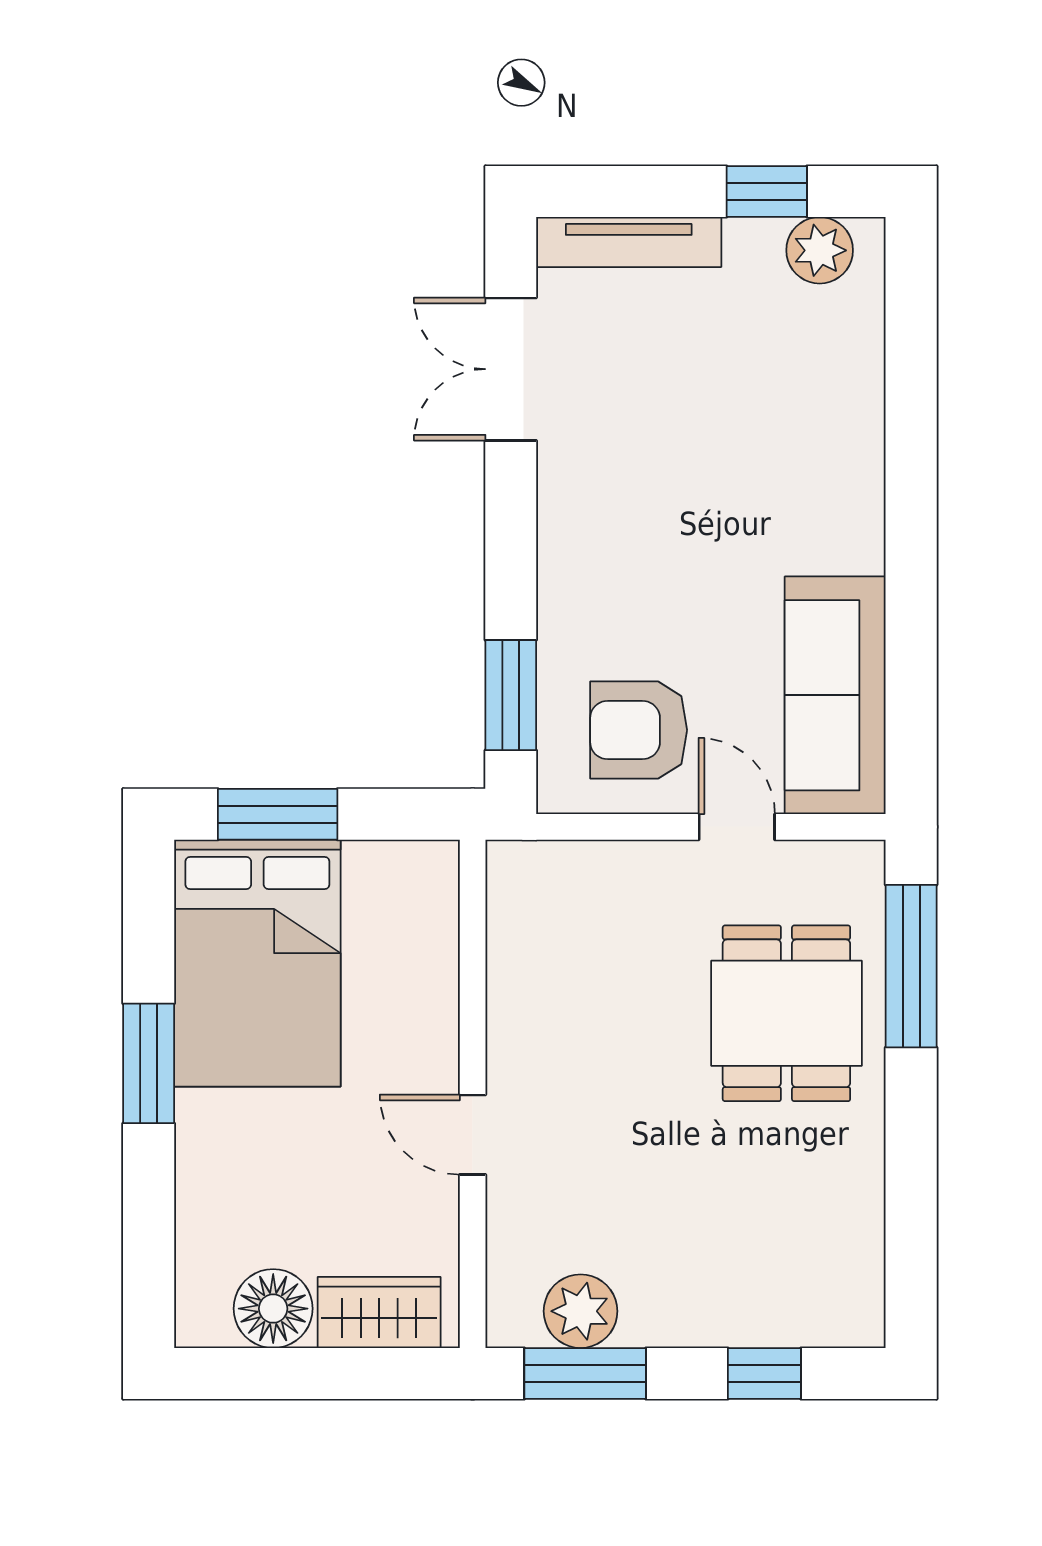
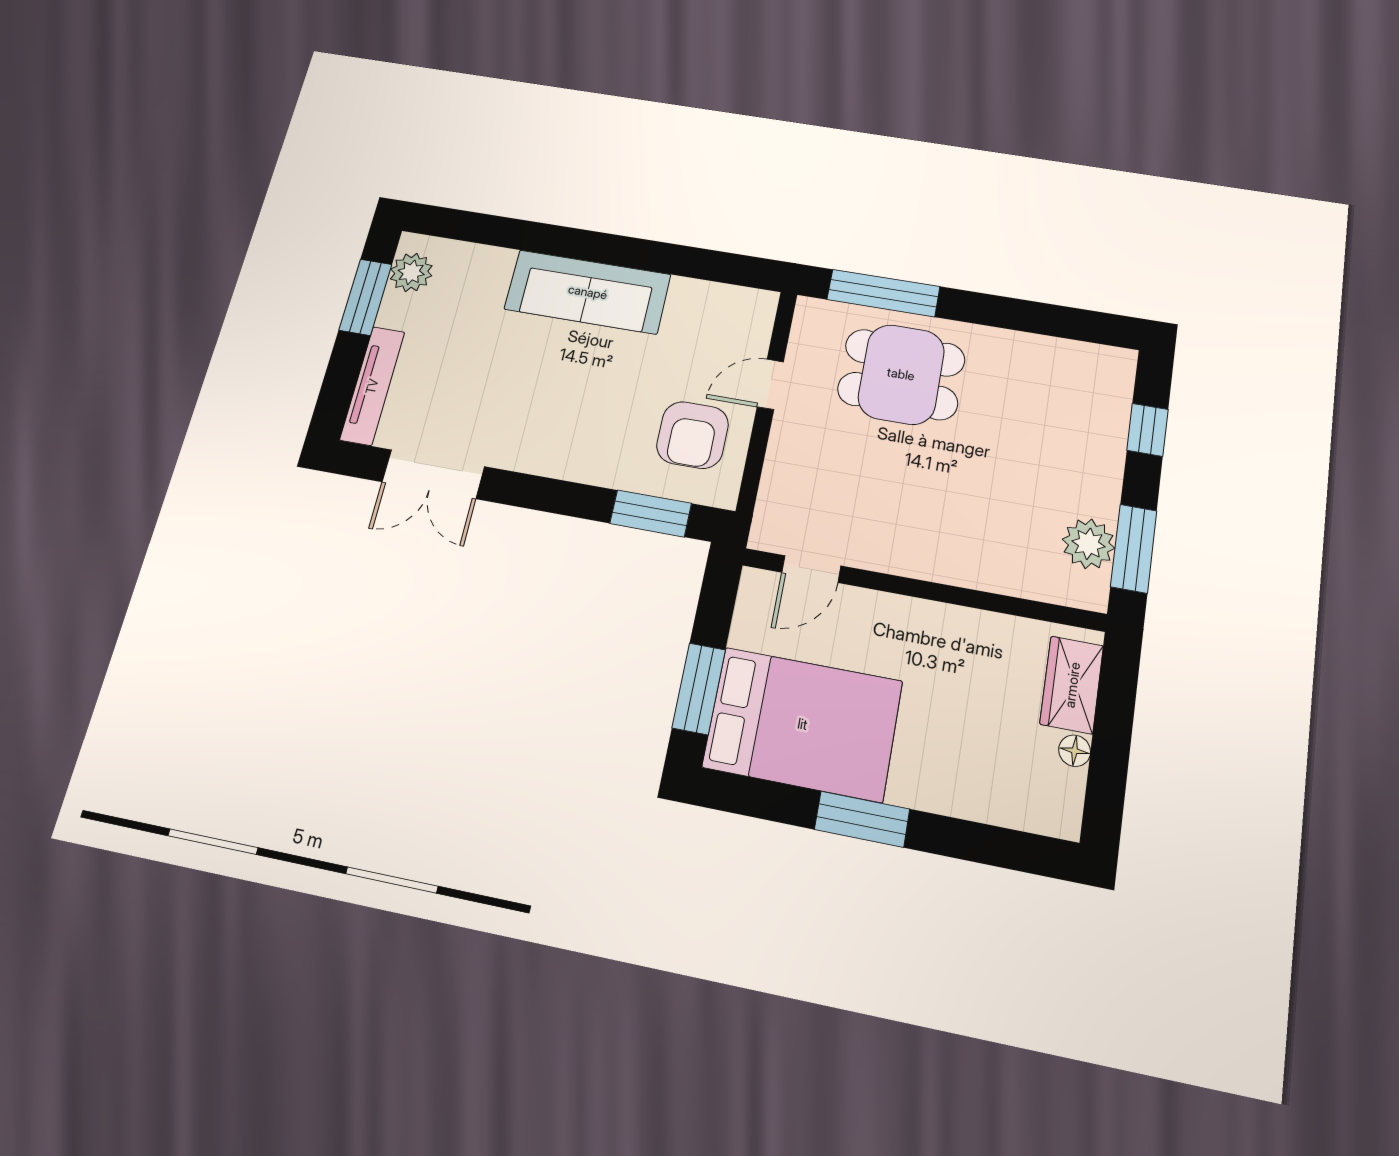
window: (767, 192) -> (365, 297), width x1.50
sofa: (835, 695) -> (588, 292), moved
door: (473, 1135) -> (811, 569), moved
floor lamp: (273, 1309) -> (1075, 751), width x0.53, depth x0.53

